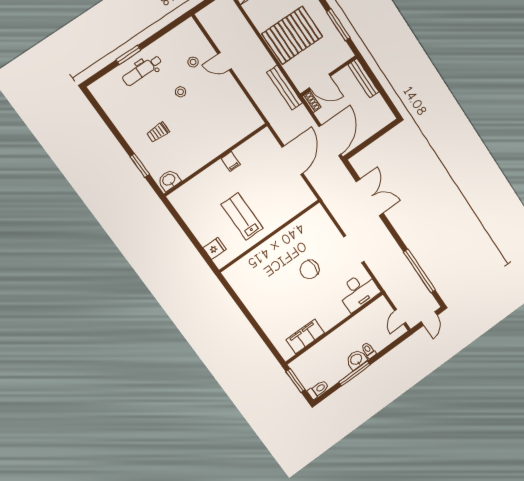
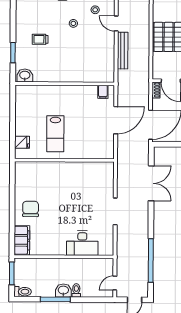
bench: (285, 88) -> (123, 51), moved
filing cabinet: (231, 161) -> (103, 92), moved
lab bench: (242, 216) -> (55, 134), turned 180
chair: (310, 269) -> (31, 209), moved, turned 90
desk: (358, 291) -> (82, 243), moved
filing cabinet: (305, 336) -> (22, 240), moved, turned 90

